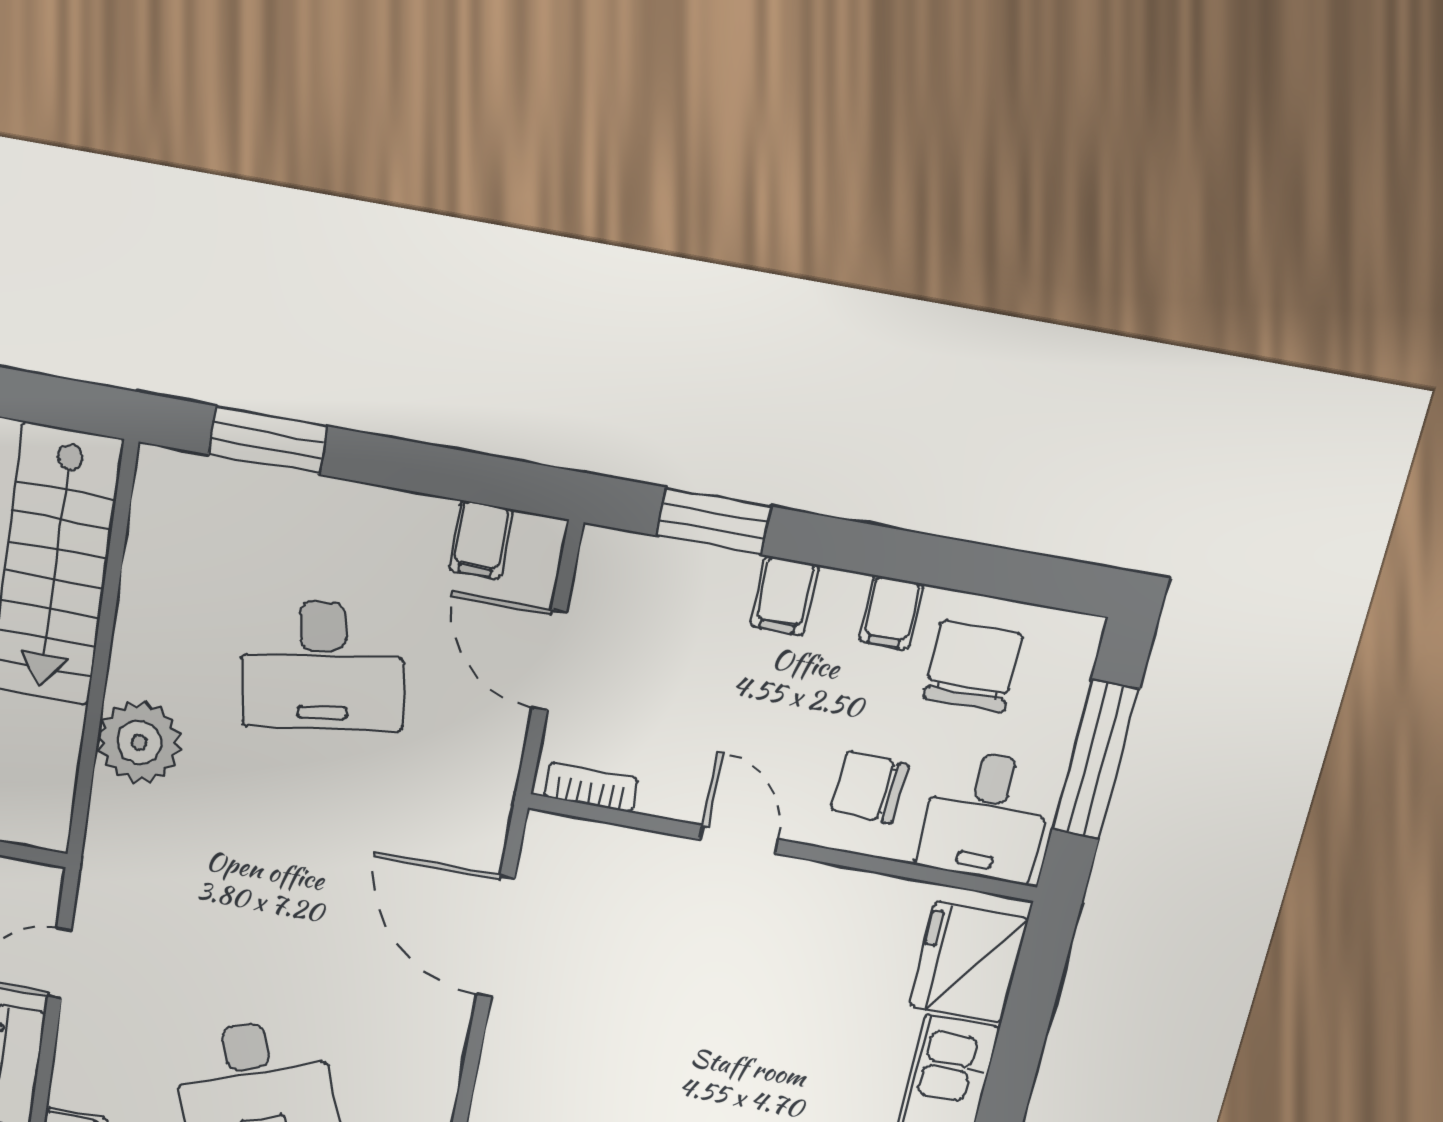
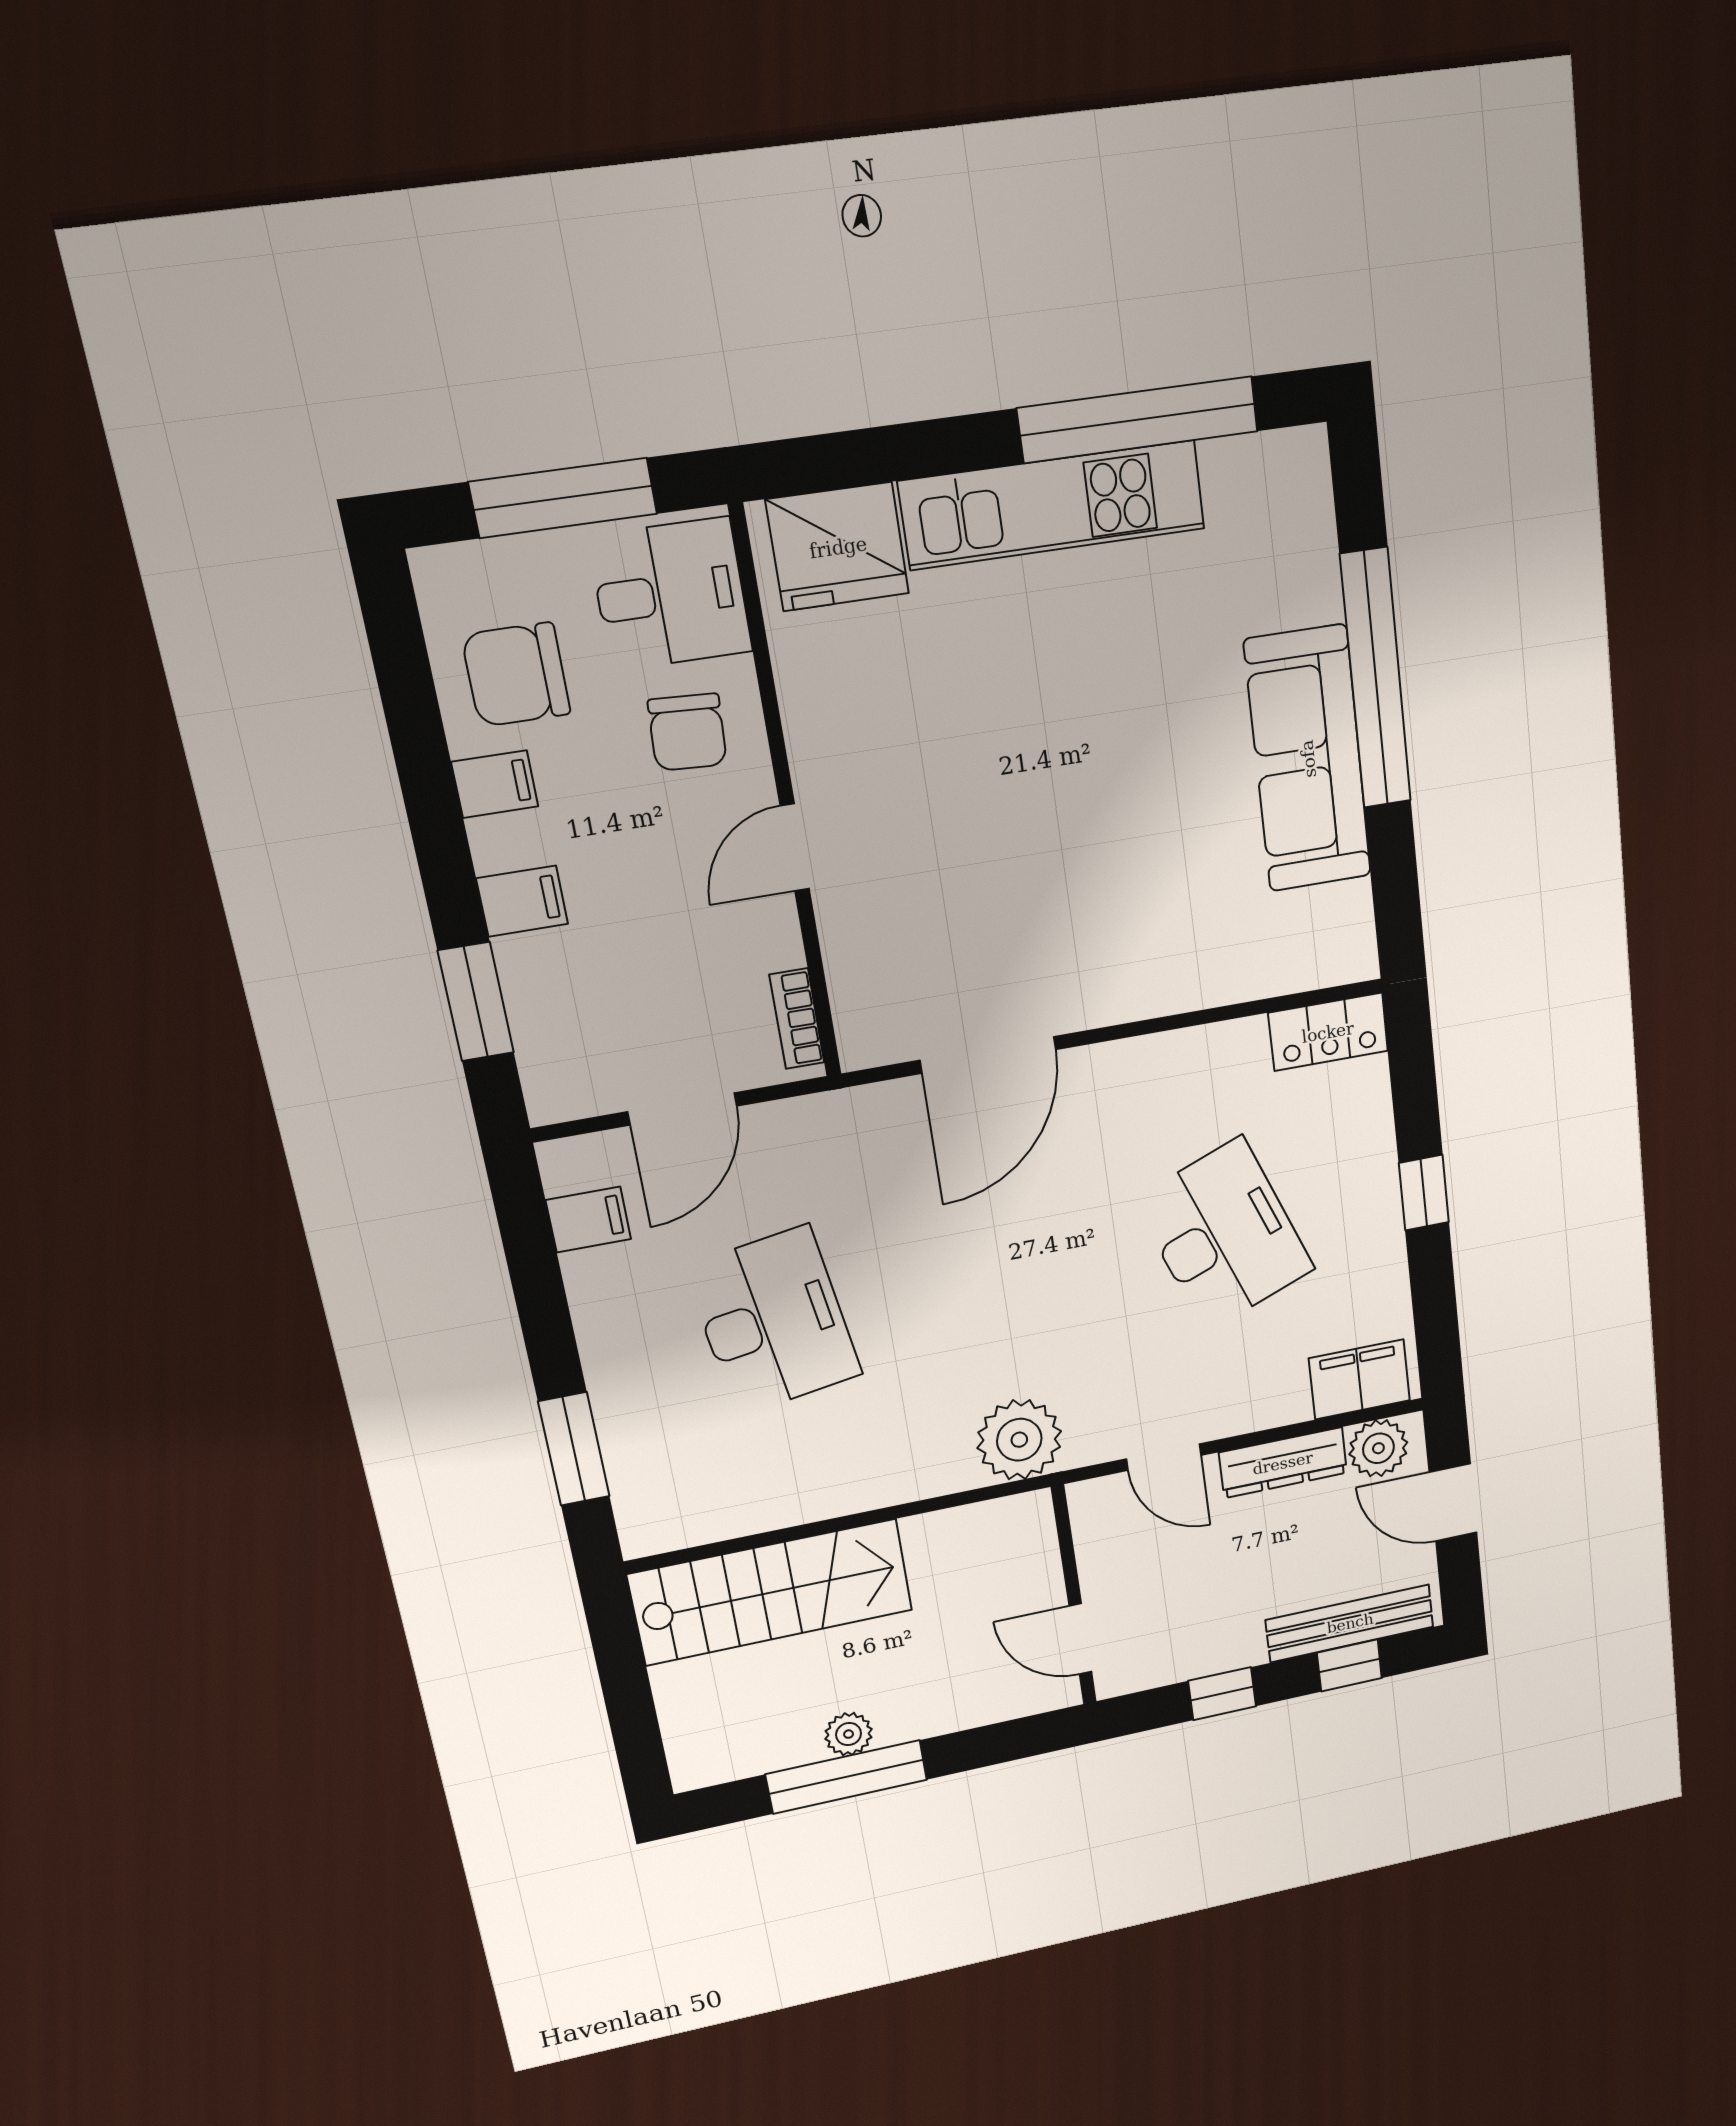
plant: (139, 742) -> (1019, 1440), moved

